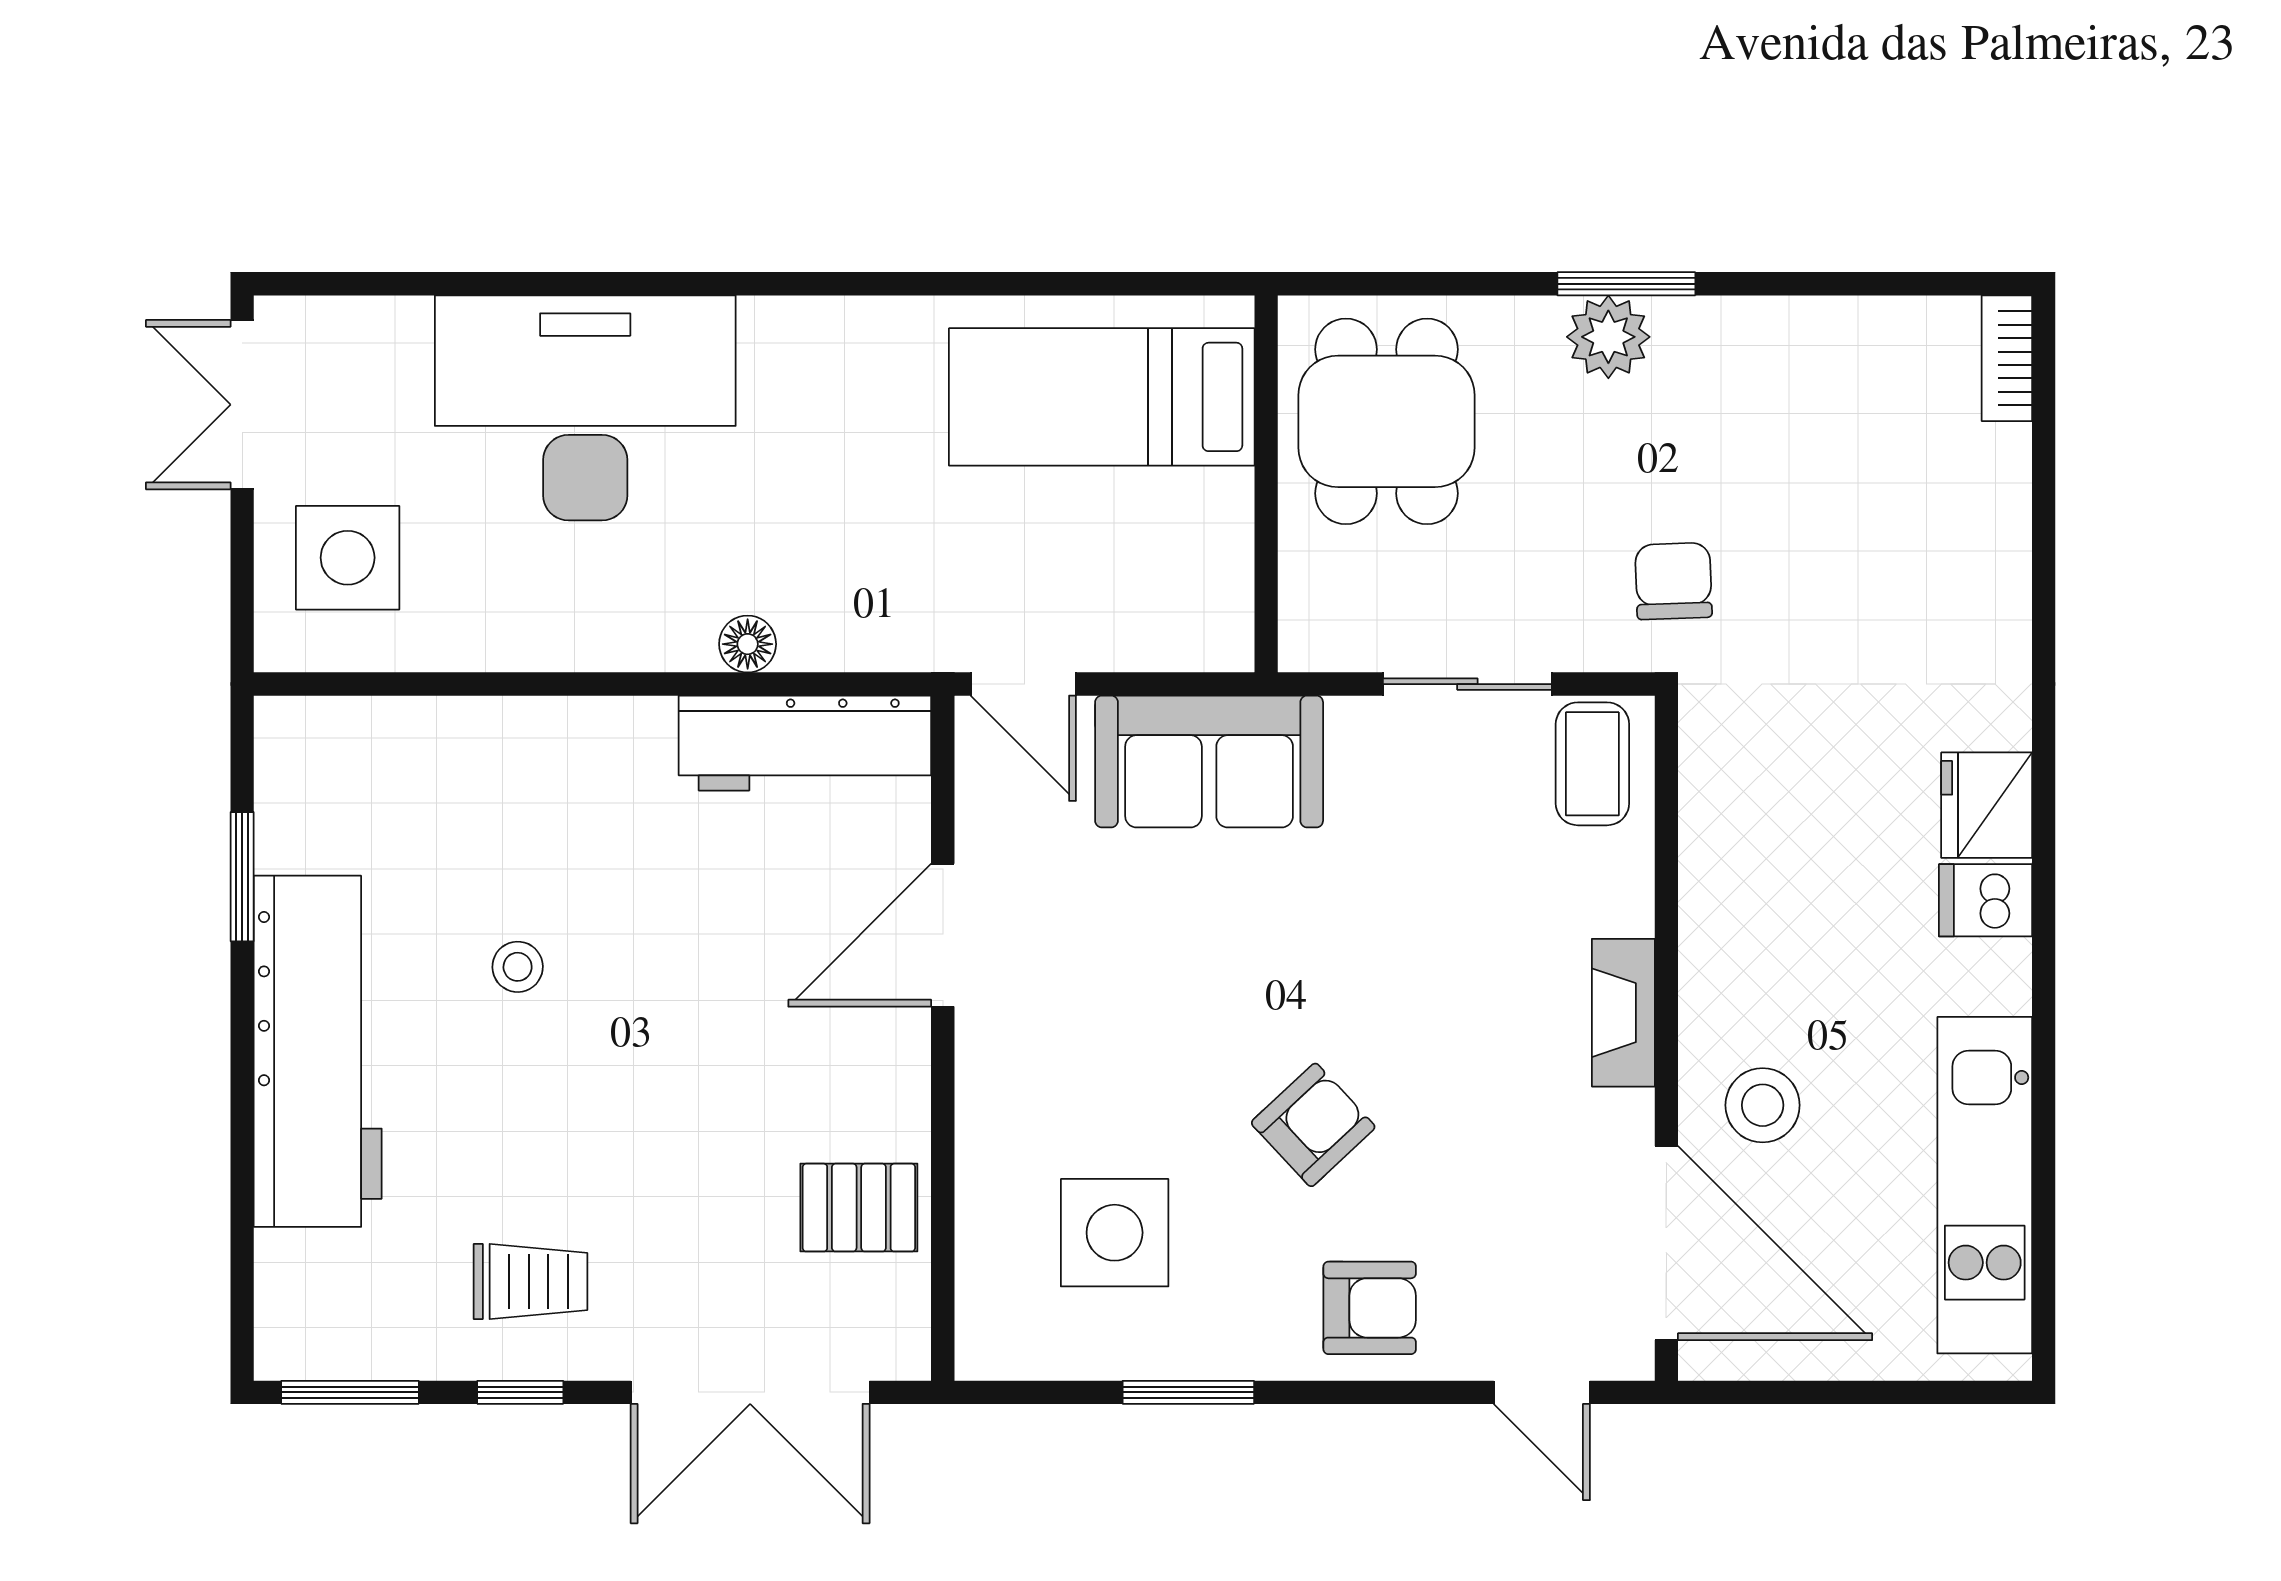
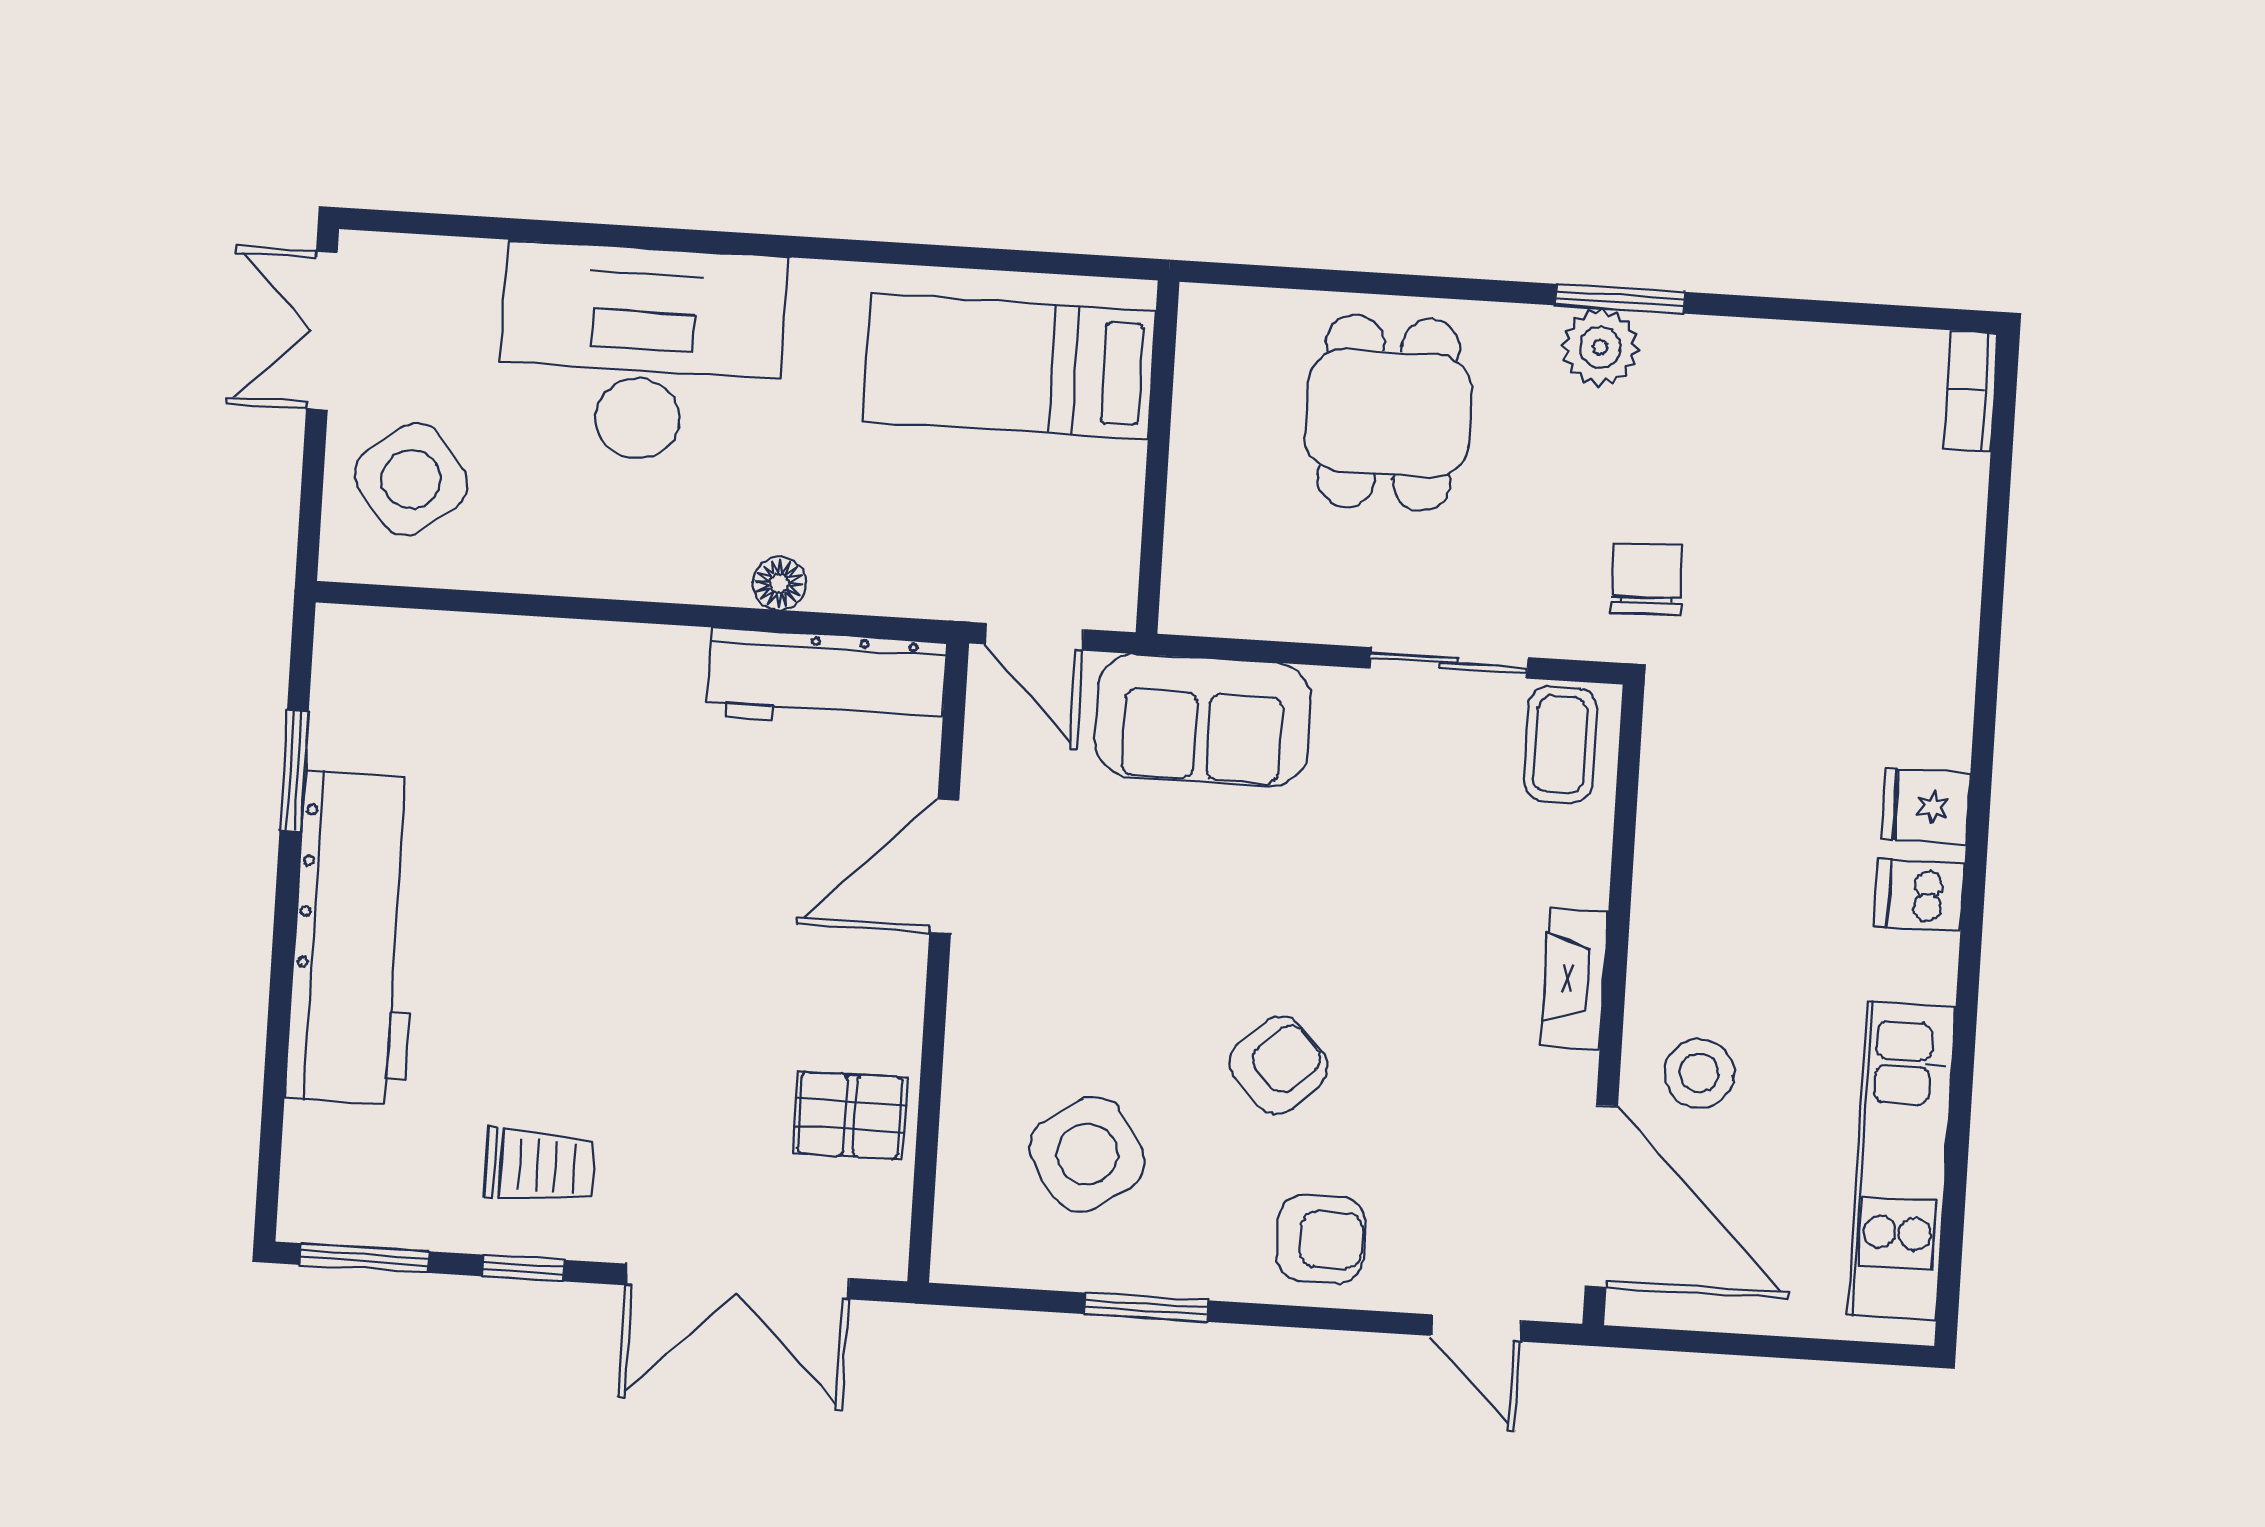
bed: (1102, 397) -> (1009, 366), moved
wall: (1266, 484) -> (1157, 457), moved
side table: (348, 558) -> (411, 479), turned -38
fridge: (1987, 805) -> (1926, 806), width x0.72
stool: (518, 967) -> (546, 871), removed
side table: (1115, 1233) -> (1087, 1154), turned -34

